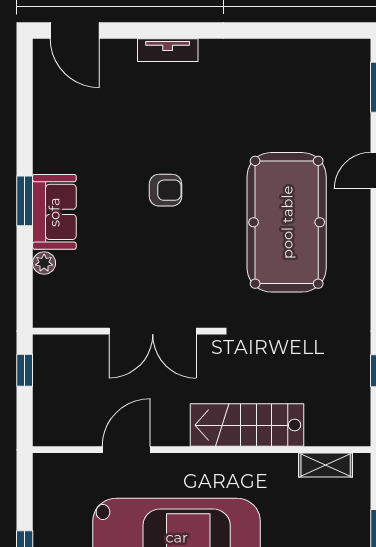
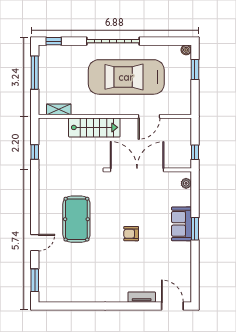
tv unit: (168, 50) -> (142, 297), moved
pool table: (287, 222) -> (76, 219), width x0.73, depth x0.76
plant: (44, 263) -> (186, 183), moved
double door: (153, 331) -> (137, 170), width x1.36

